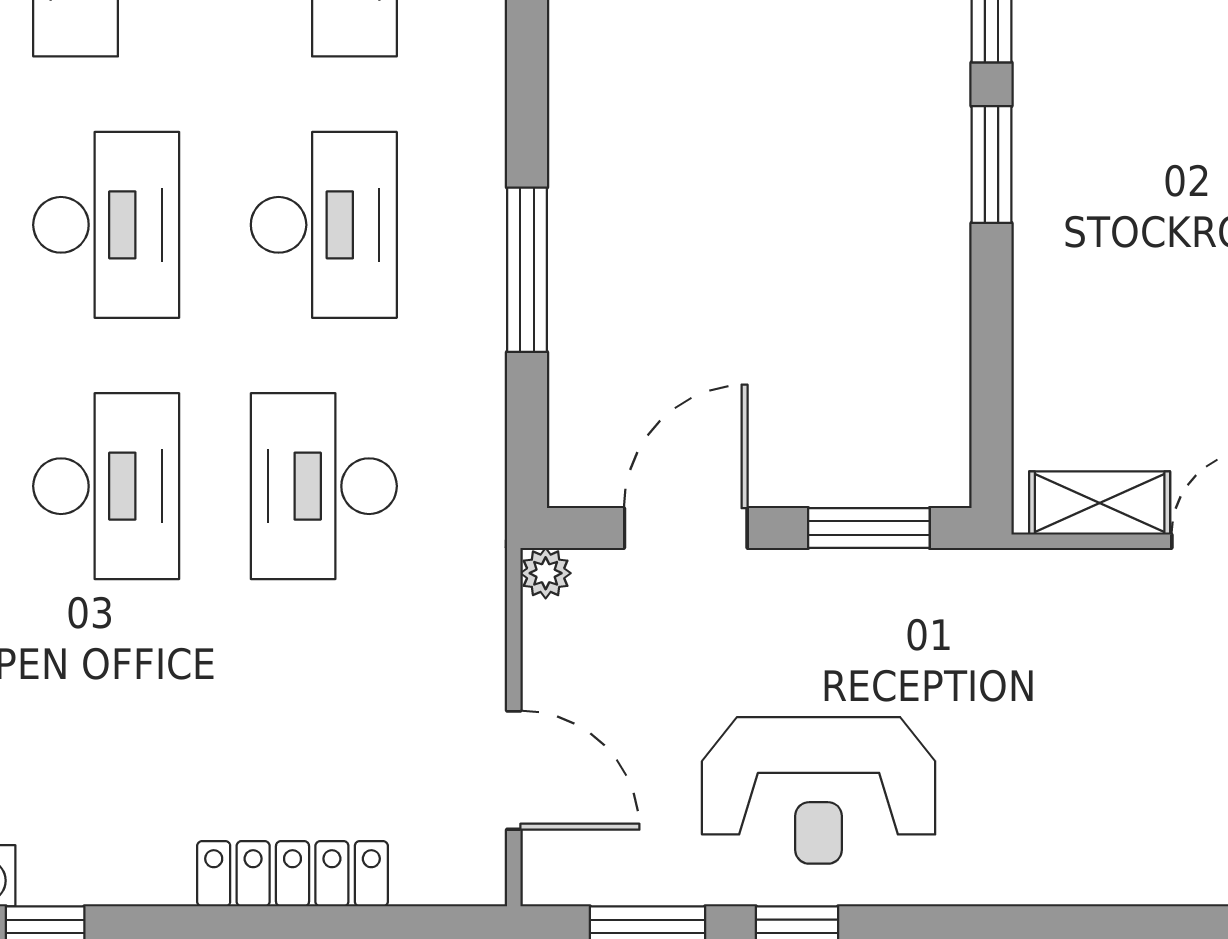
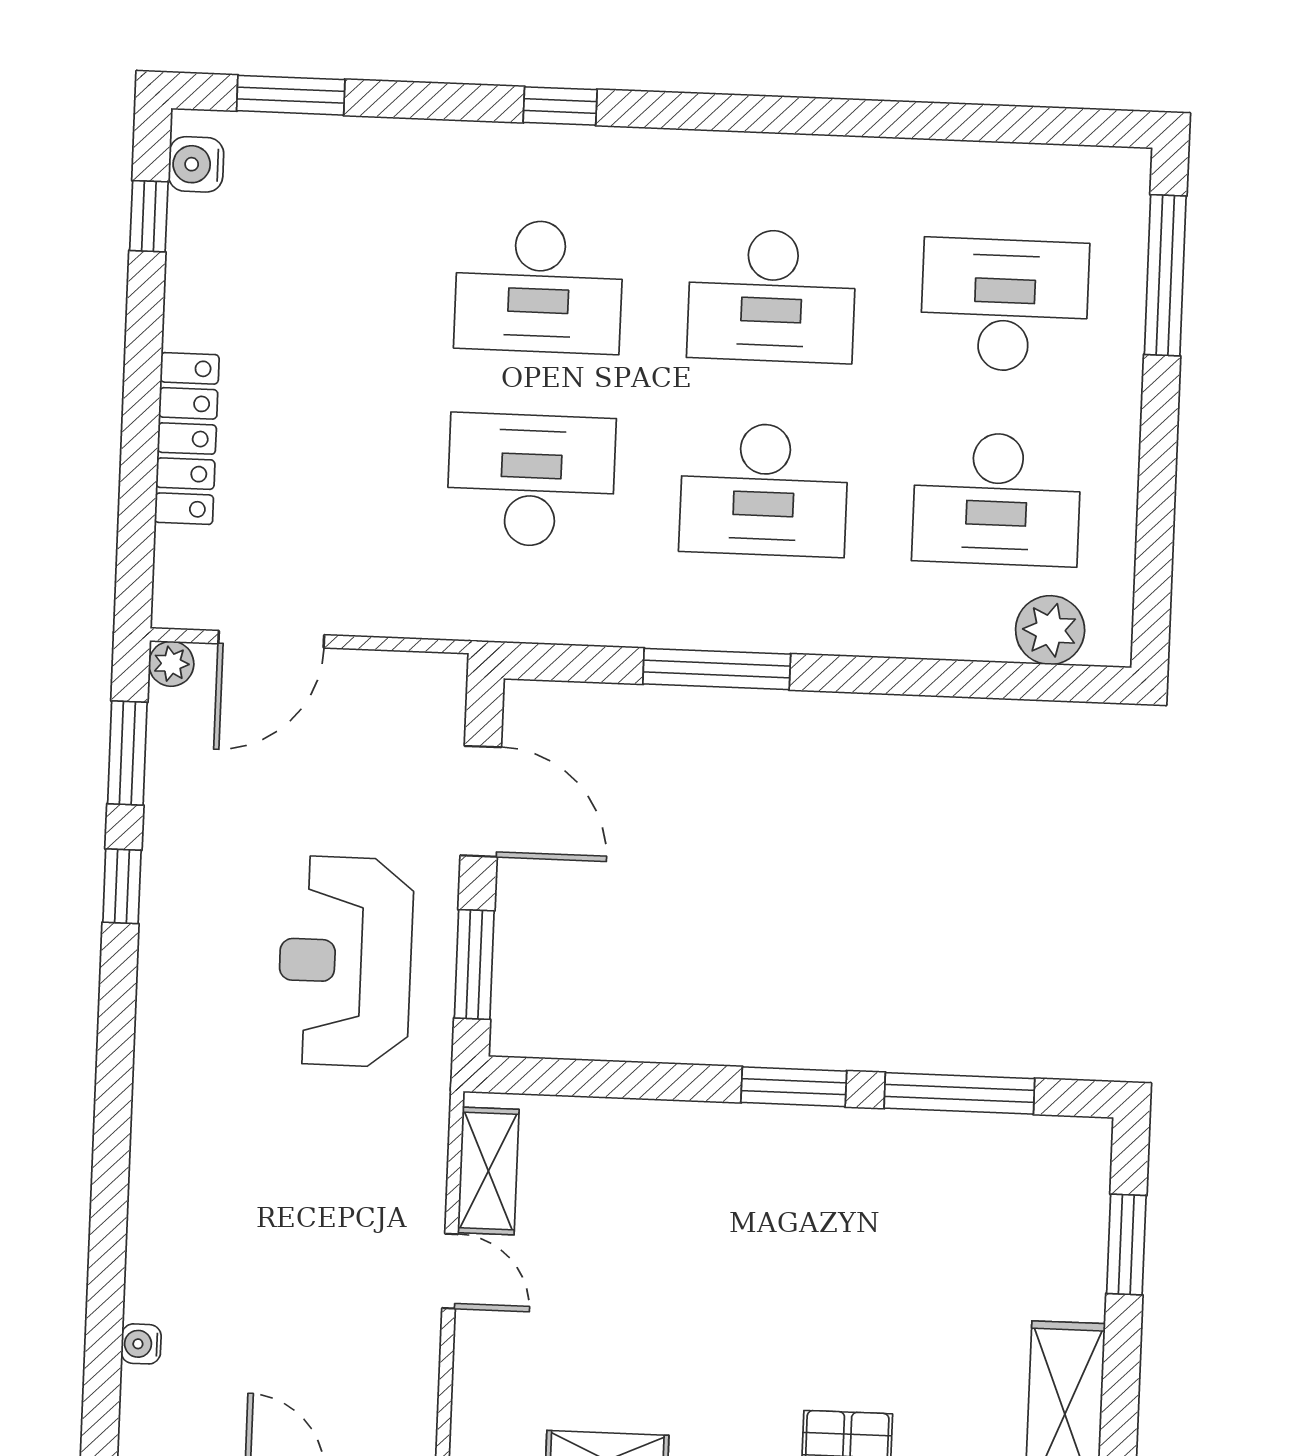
plant: (546, 573) -> (171, 664), moved
reception desk: (819, 790) -> (345, 961), moved

